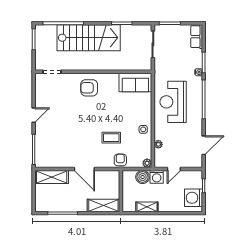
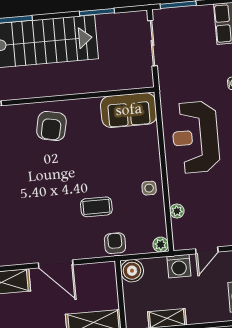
armchair: (89, 88) -> (51, 126), turned -78
boiler: (143, 177) -> (132, 271), moved

